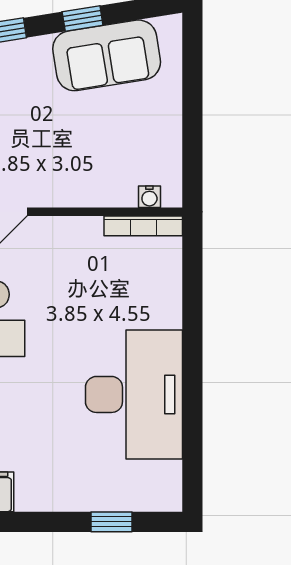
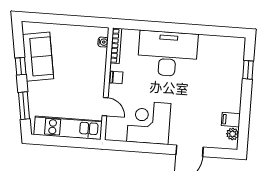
chair: (73, 232) -> (116, 77), added
desk: (134, 394) -> (168, 54), moved

